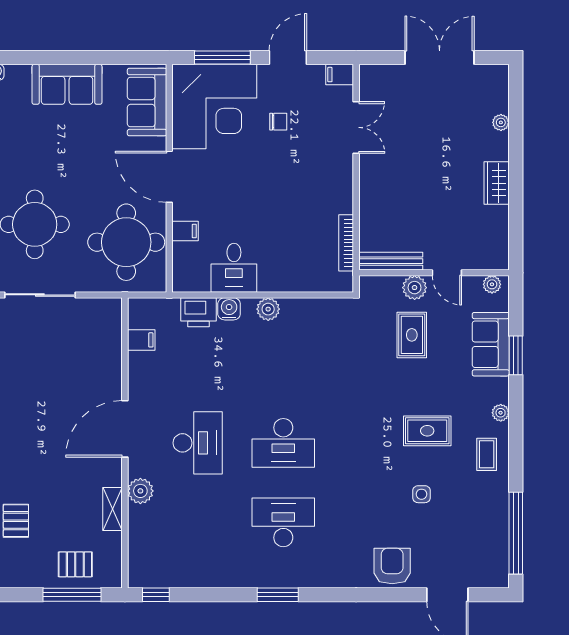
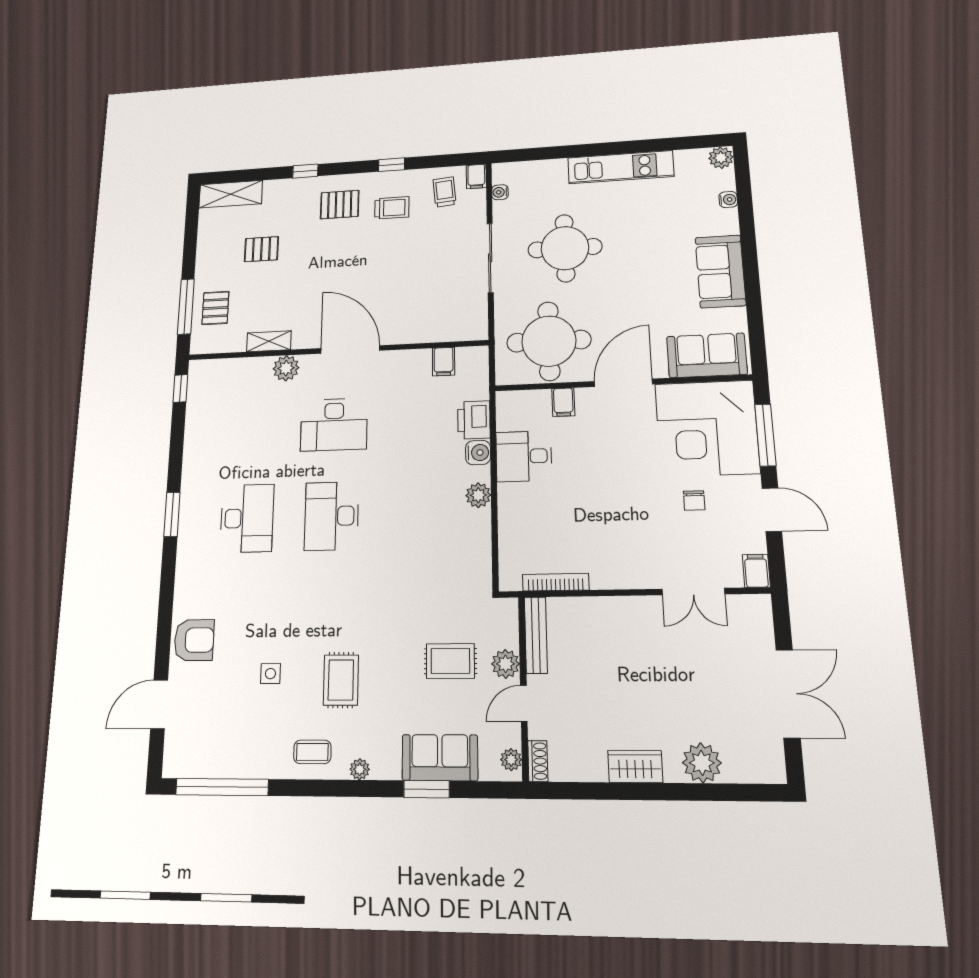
plant: (501, 122) -> (702, 763), width x1.88, depth x1.88
shoe rack: (493, 262) -> (538, 761), added

